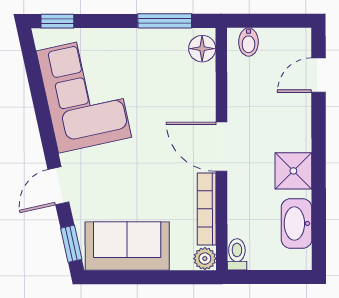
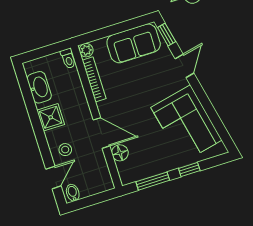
window: (57, 21) -> (189, 169), moved
bidet: (248, 42) -> (73, 193), moved
floor lamp: (202, 49) -> (120, 153), moved
stool: (286, 113) -> (65, 150), added
door: (221, 147) -> (101, 133), moved

